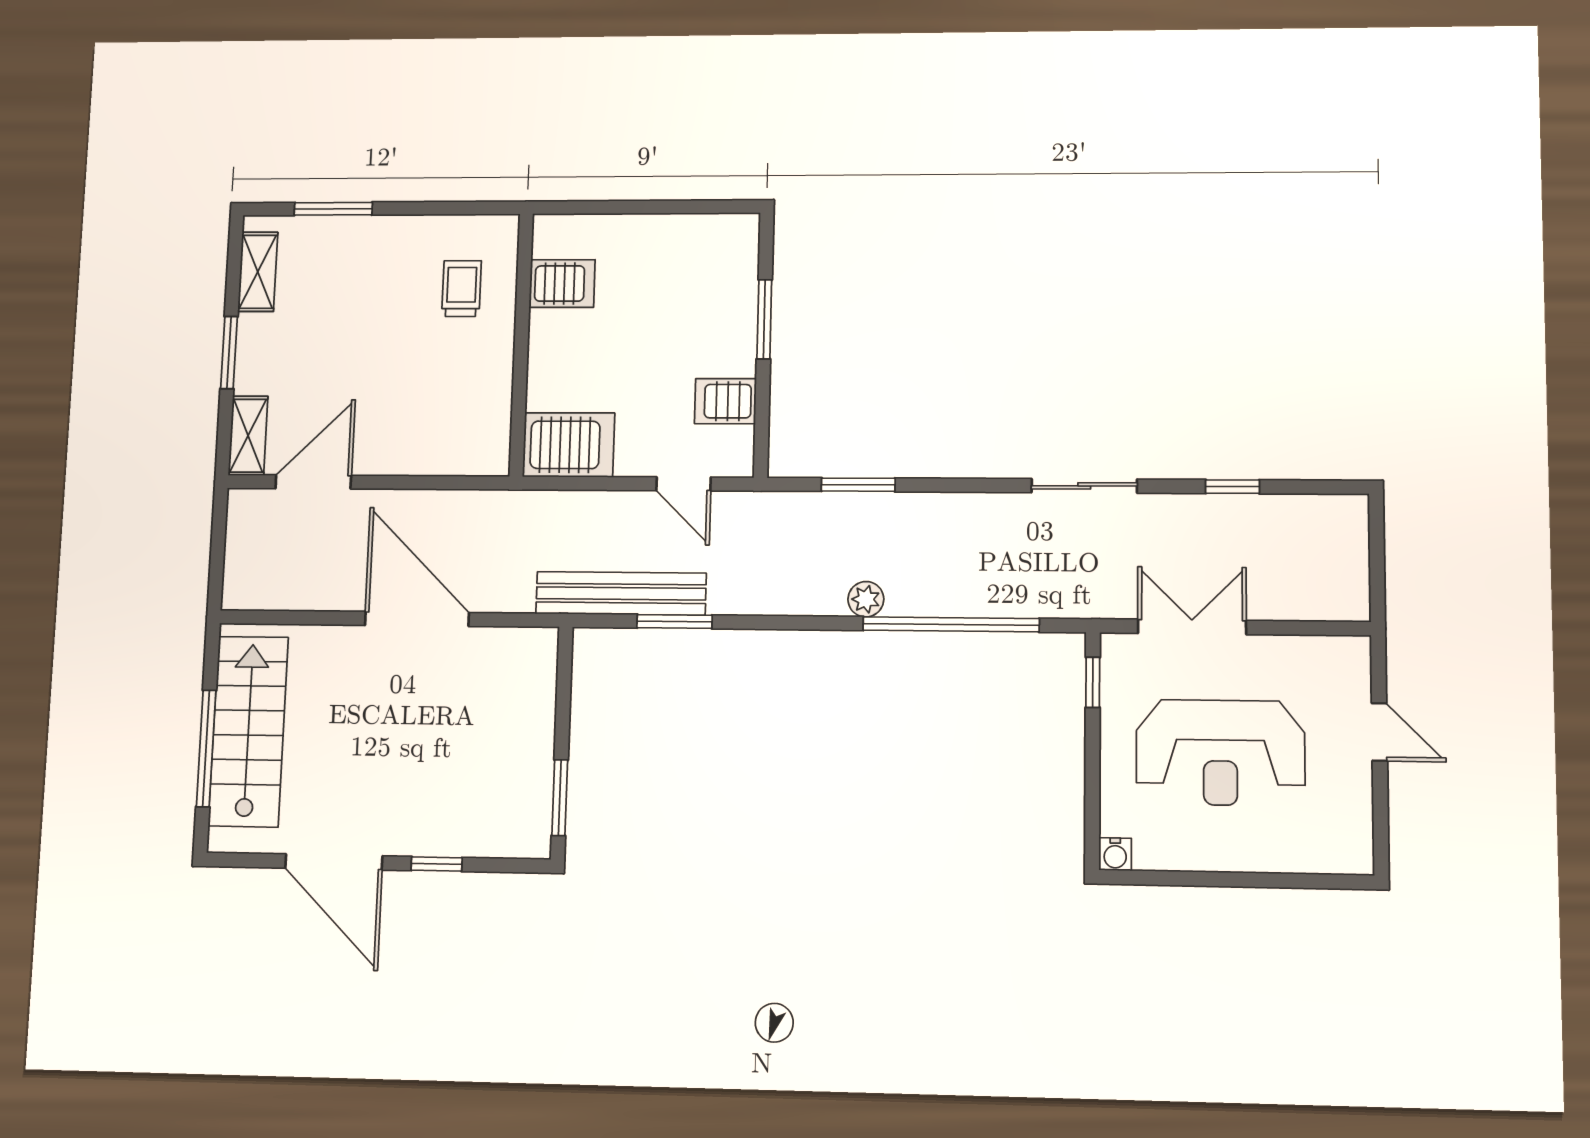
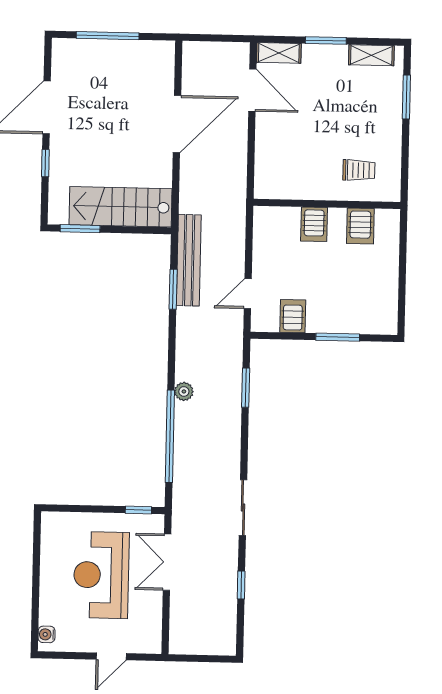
server rack: (569, 445) -> (314, 224), moved, width x0.73, depth x0.70
door: (417, 619) -> (177, 124), moved
double door: (1192, 627) -> (167, 562), swing flipped
stairs: (248, 731) -> (121, 207), moved, turned 180
water cooler: (1115, 854) -> (47, 634), moved

